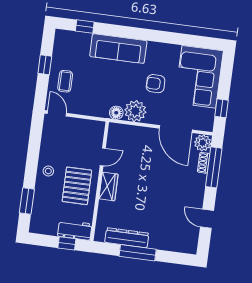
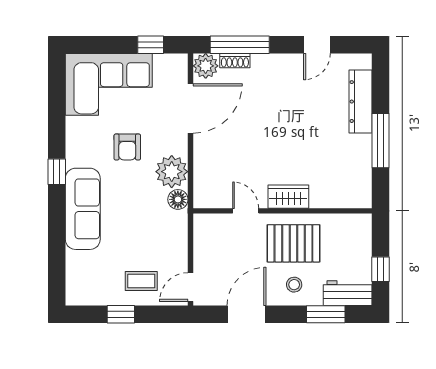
window: (85, 27) -> (57, 172), moved
door: (34, 148) -> (247, 314), added
stool: (48, 171) -> (294, 285), moved
workbench: (75, 230) -> (348, 293), moved, turned 90
dresser: (127, 238) -> (361, 102), moved
window: (67, 243) -> (380, 269), moved

